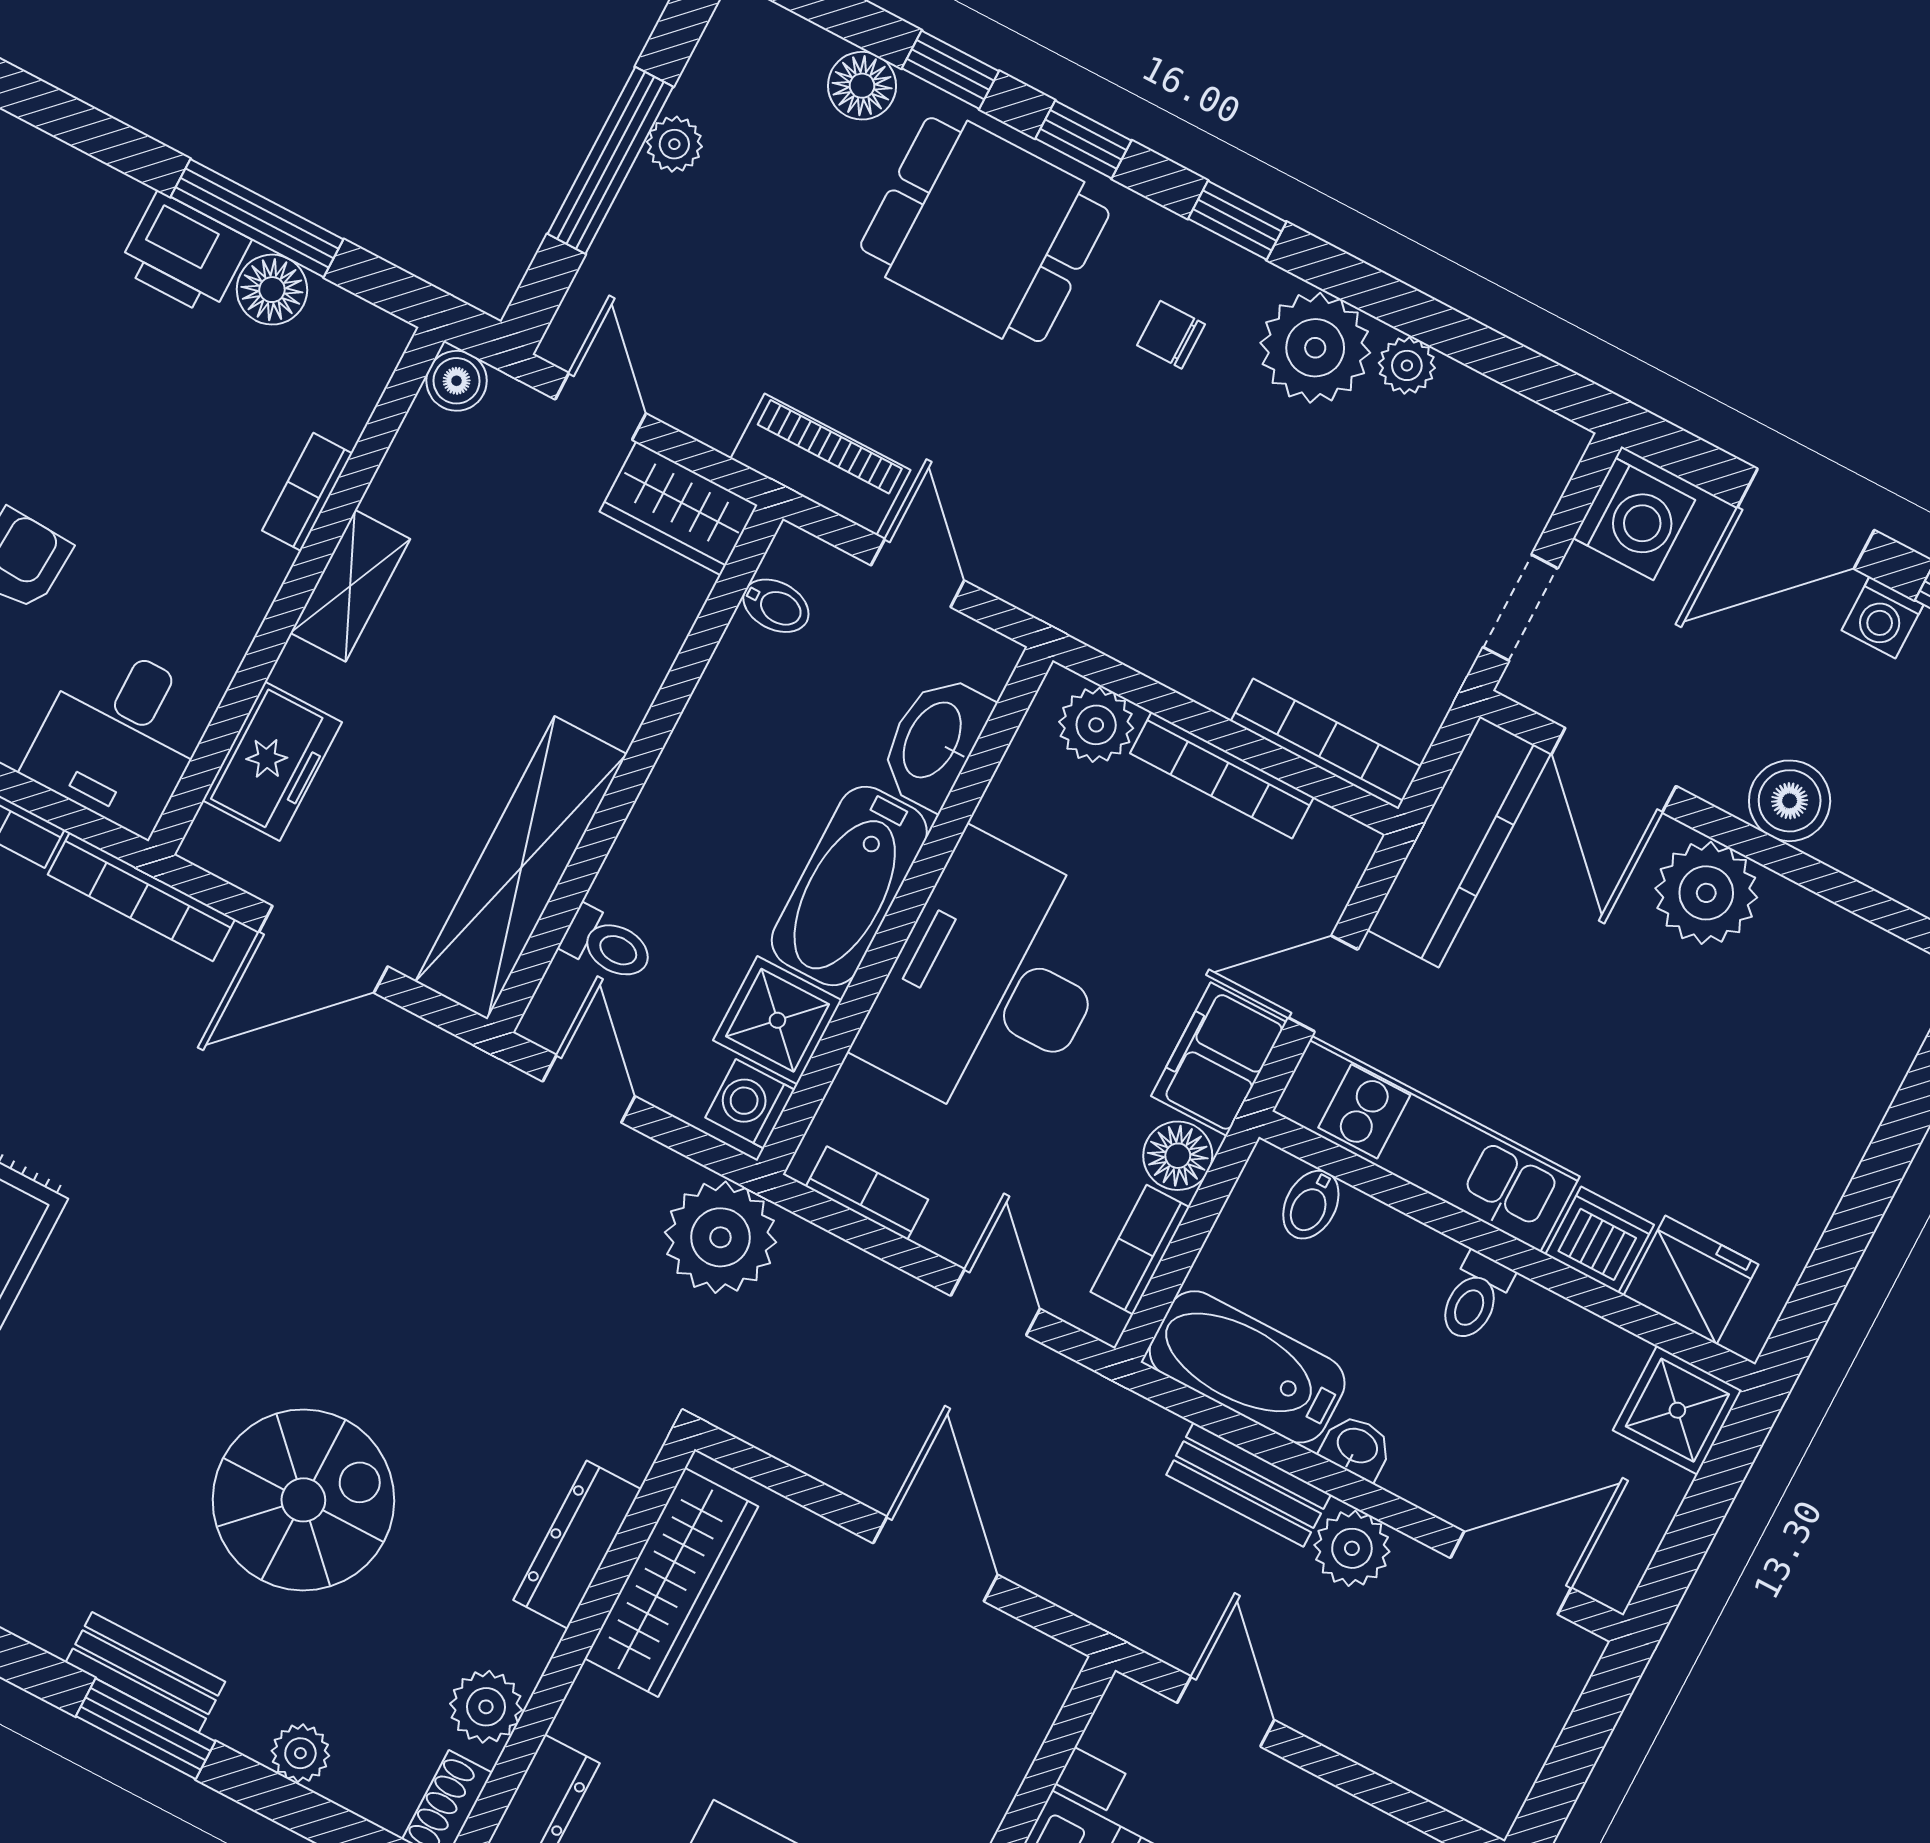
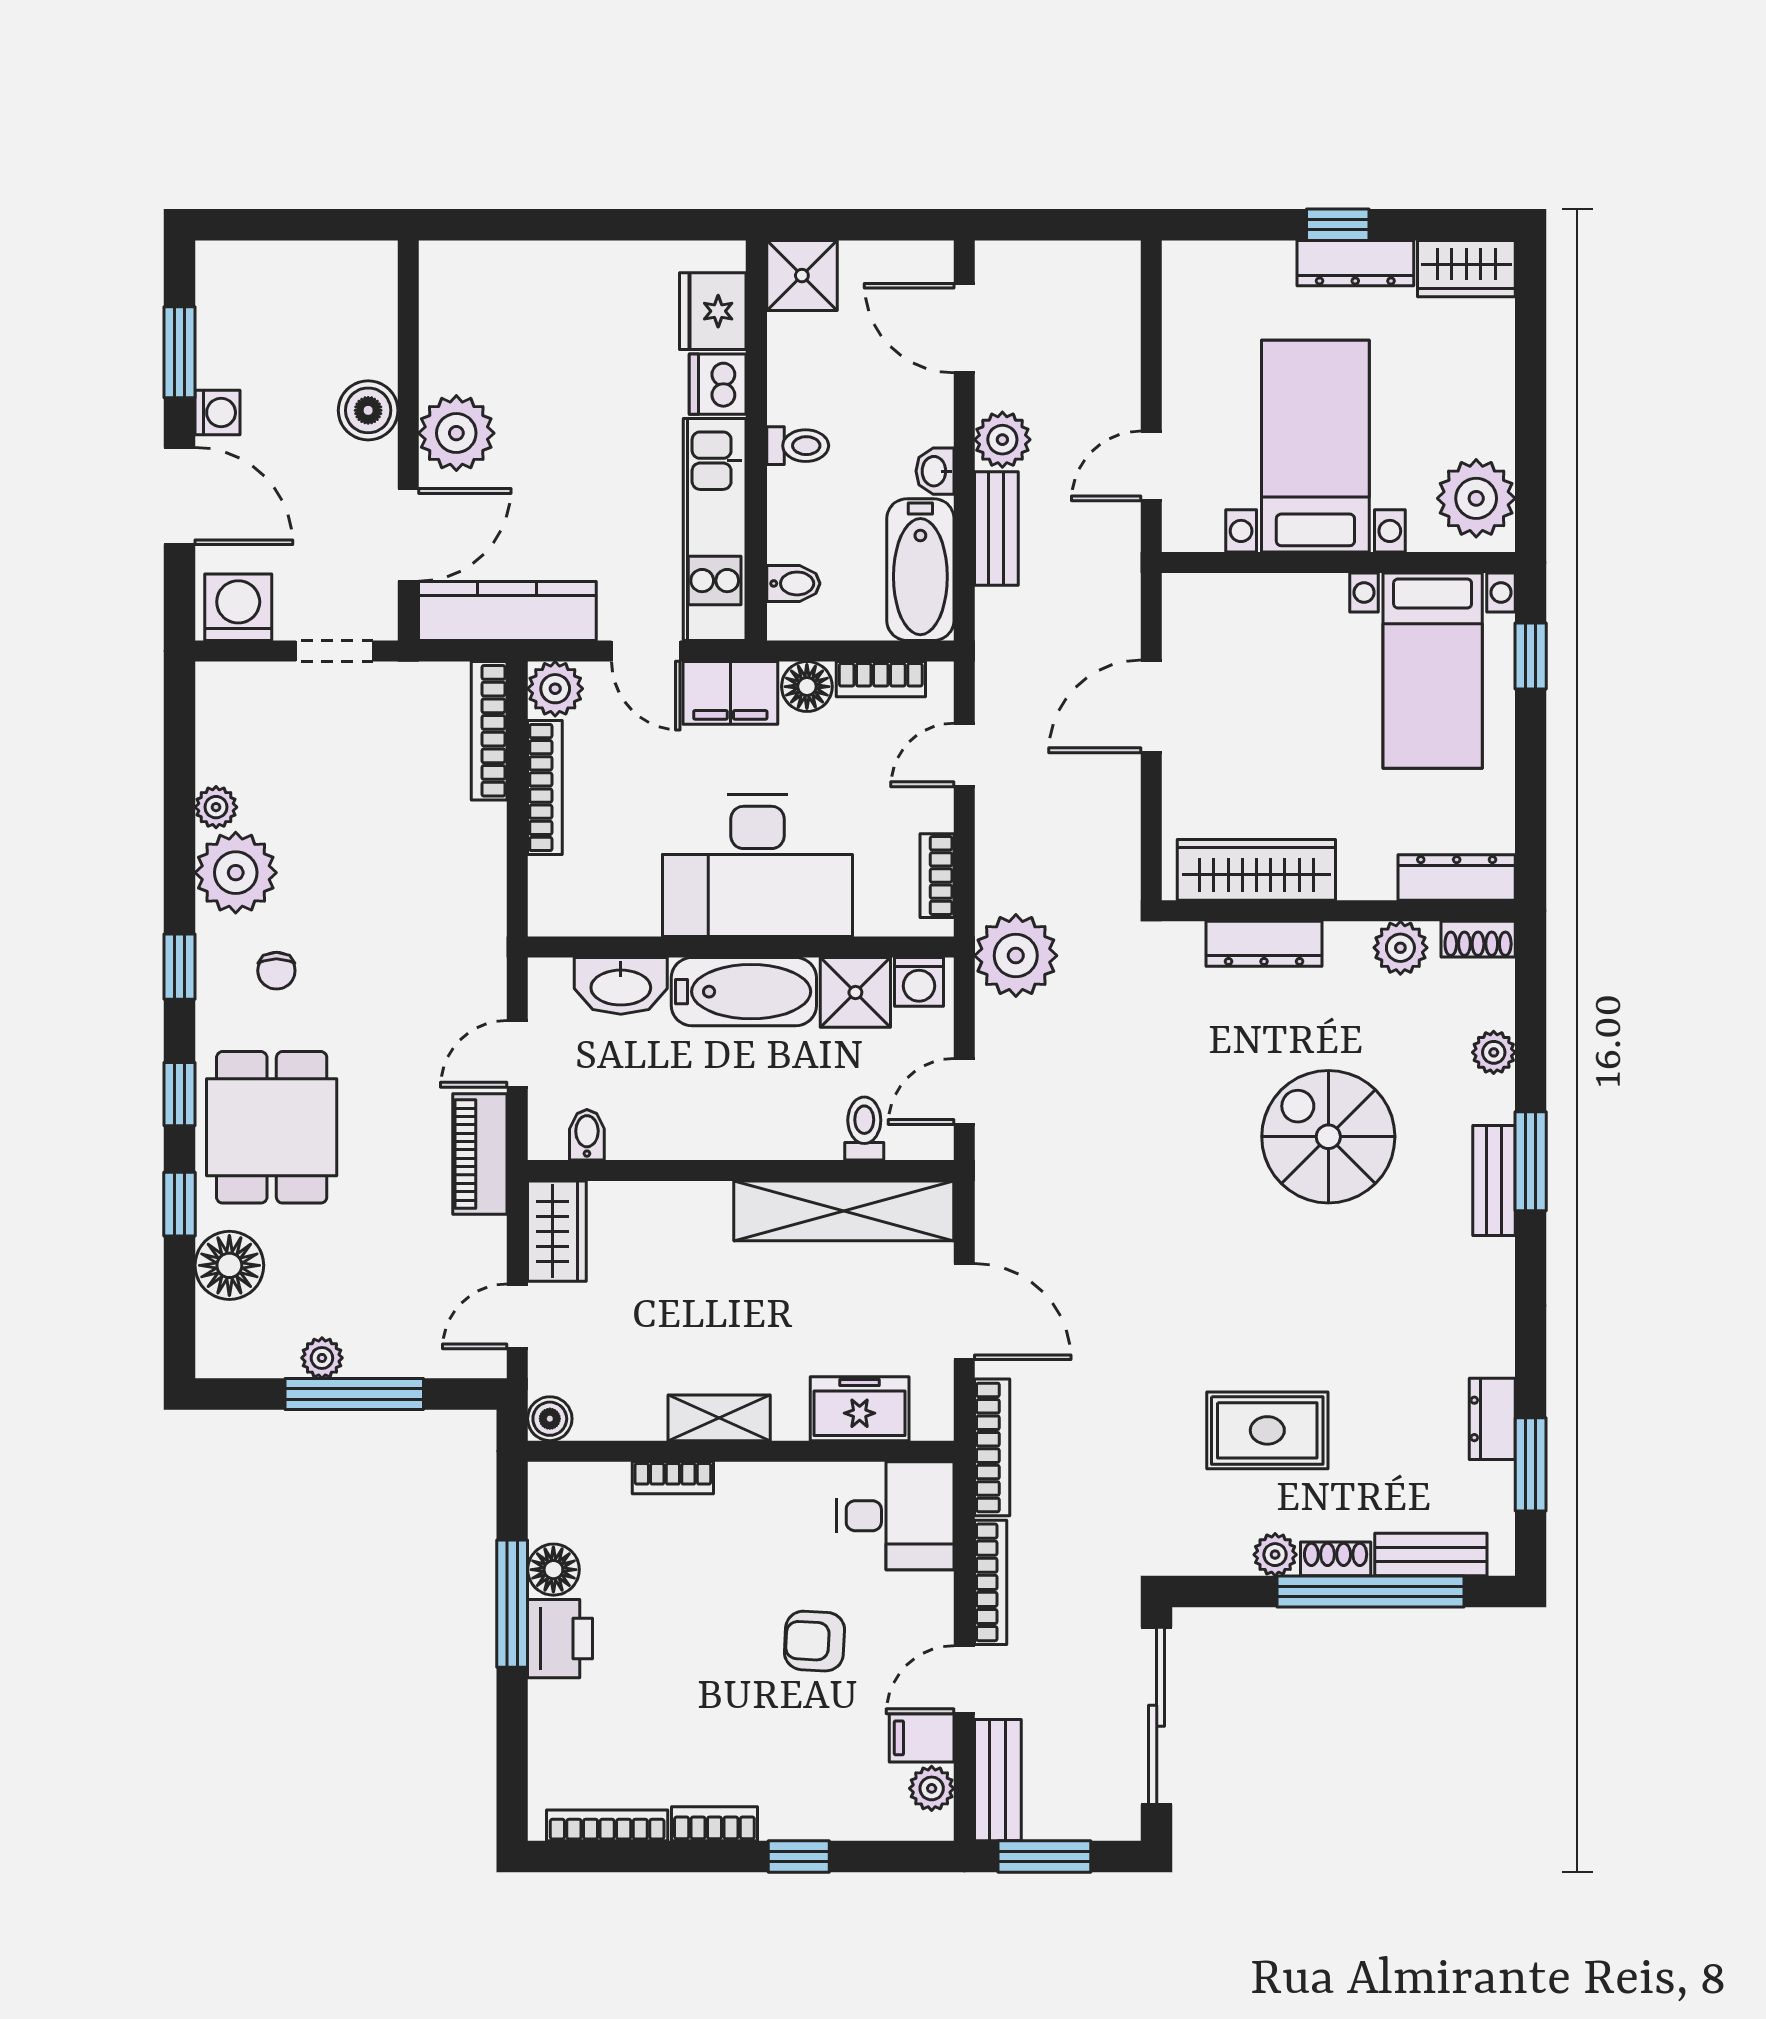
floor lamp: (862, 86) -> (229, 1265), width x1.38, depth x1.38
plant: (1096, 725) -> (555, 689), moved

